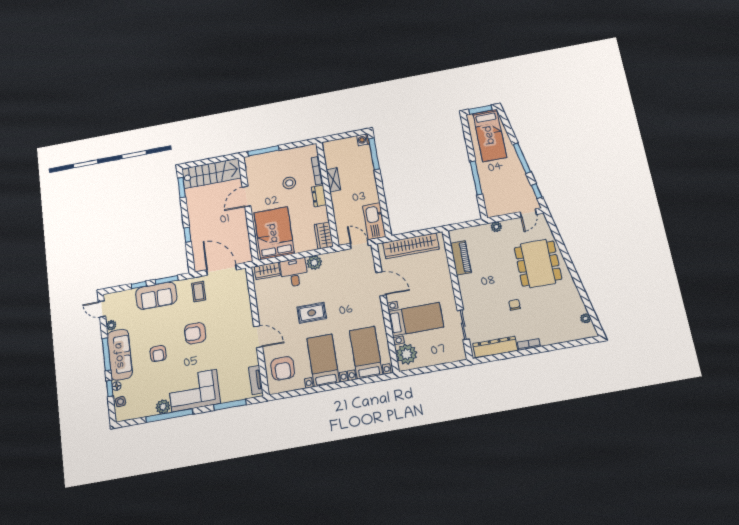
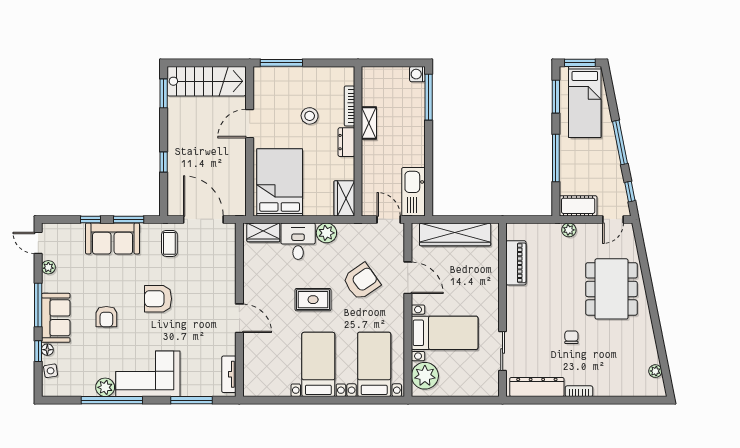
window: (468, 136) -> (556, 97), added
cot: (500, 208) -> (578, 206), added
sofa: (120, 355) -> (56, 318), width x0.73
armchair: (283, 368) -> (361, 281), moved, turned -125

